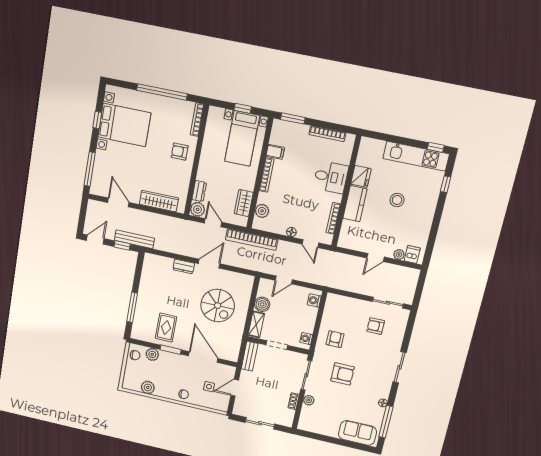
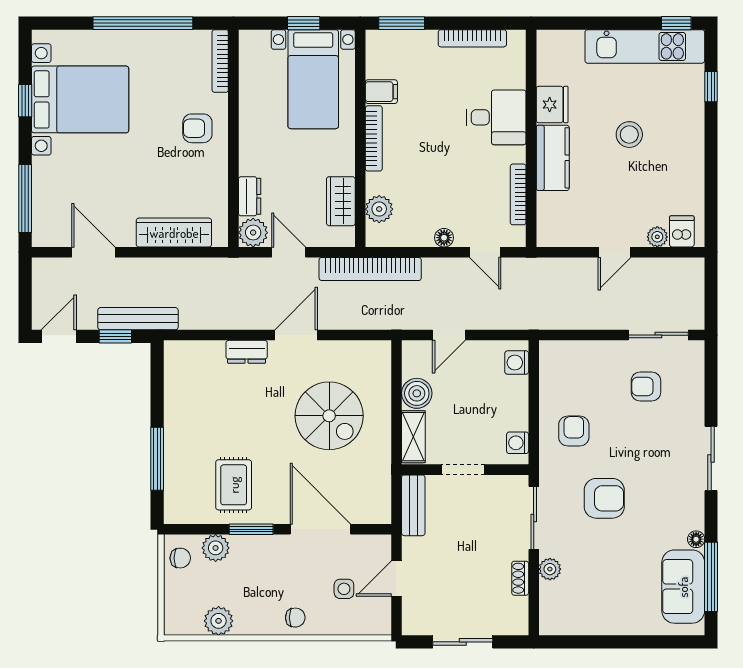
sofa: (358, 433) -> (683, 587), moved, turned -90

